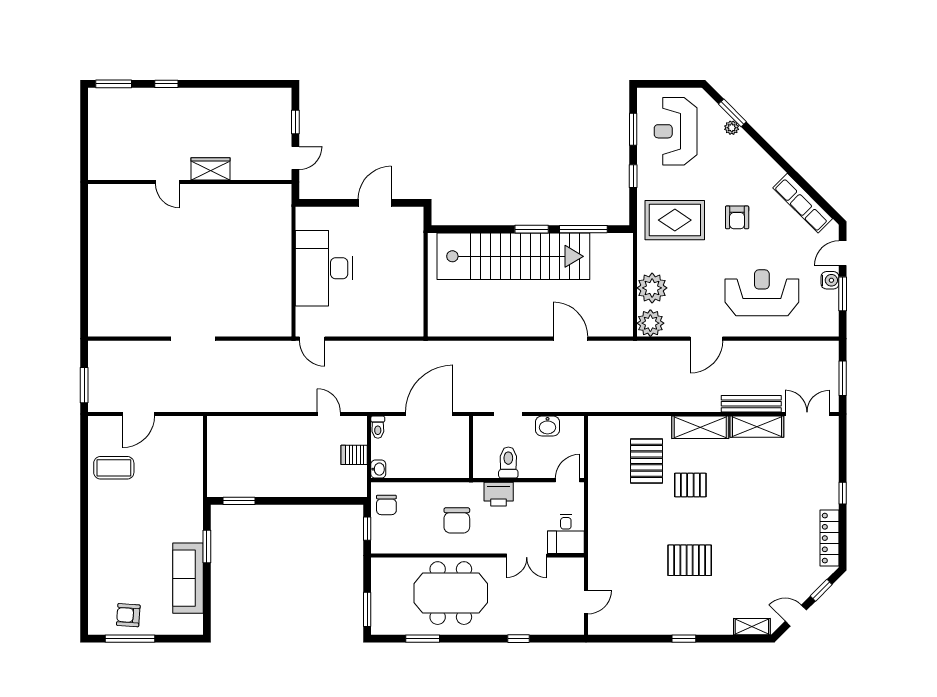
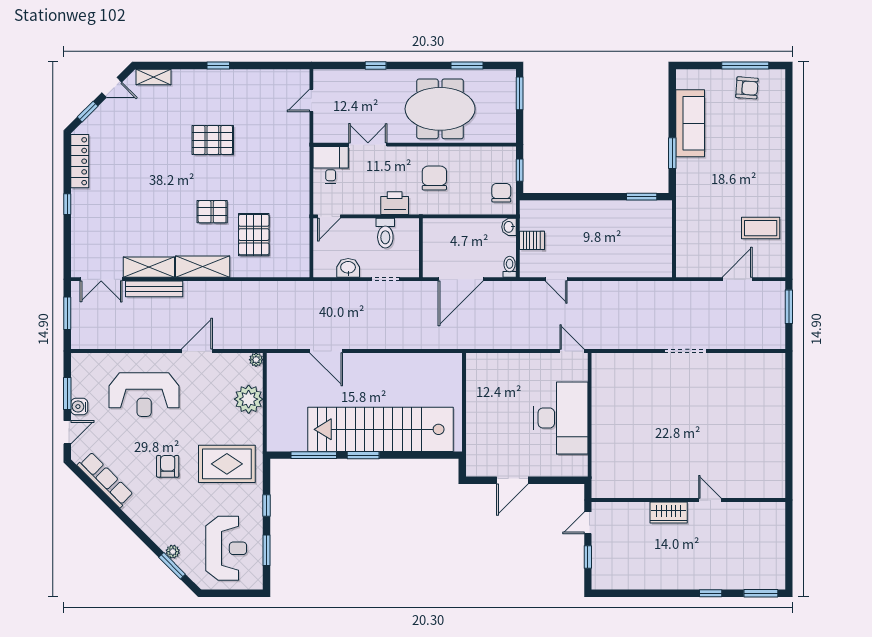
plant: (650, 323) -> (256, 360), width x0.53, depth x0.53

